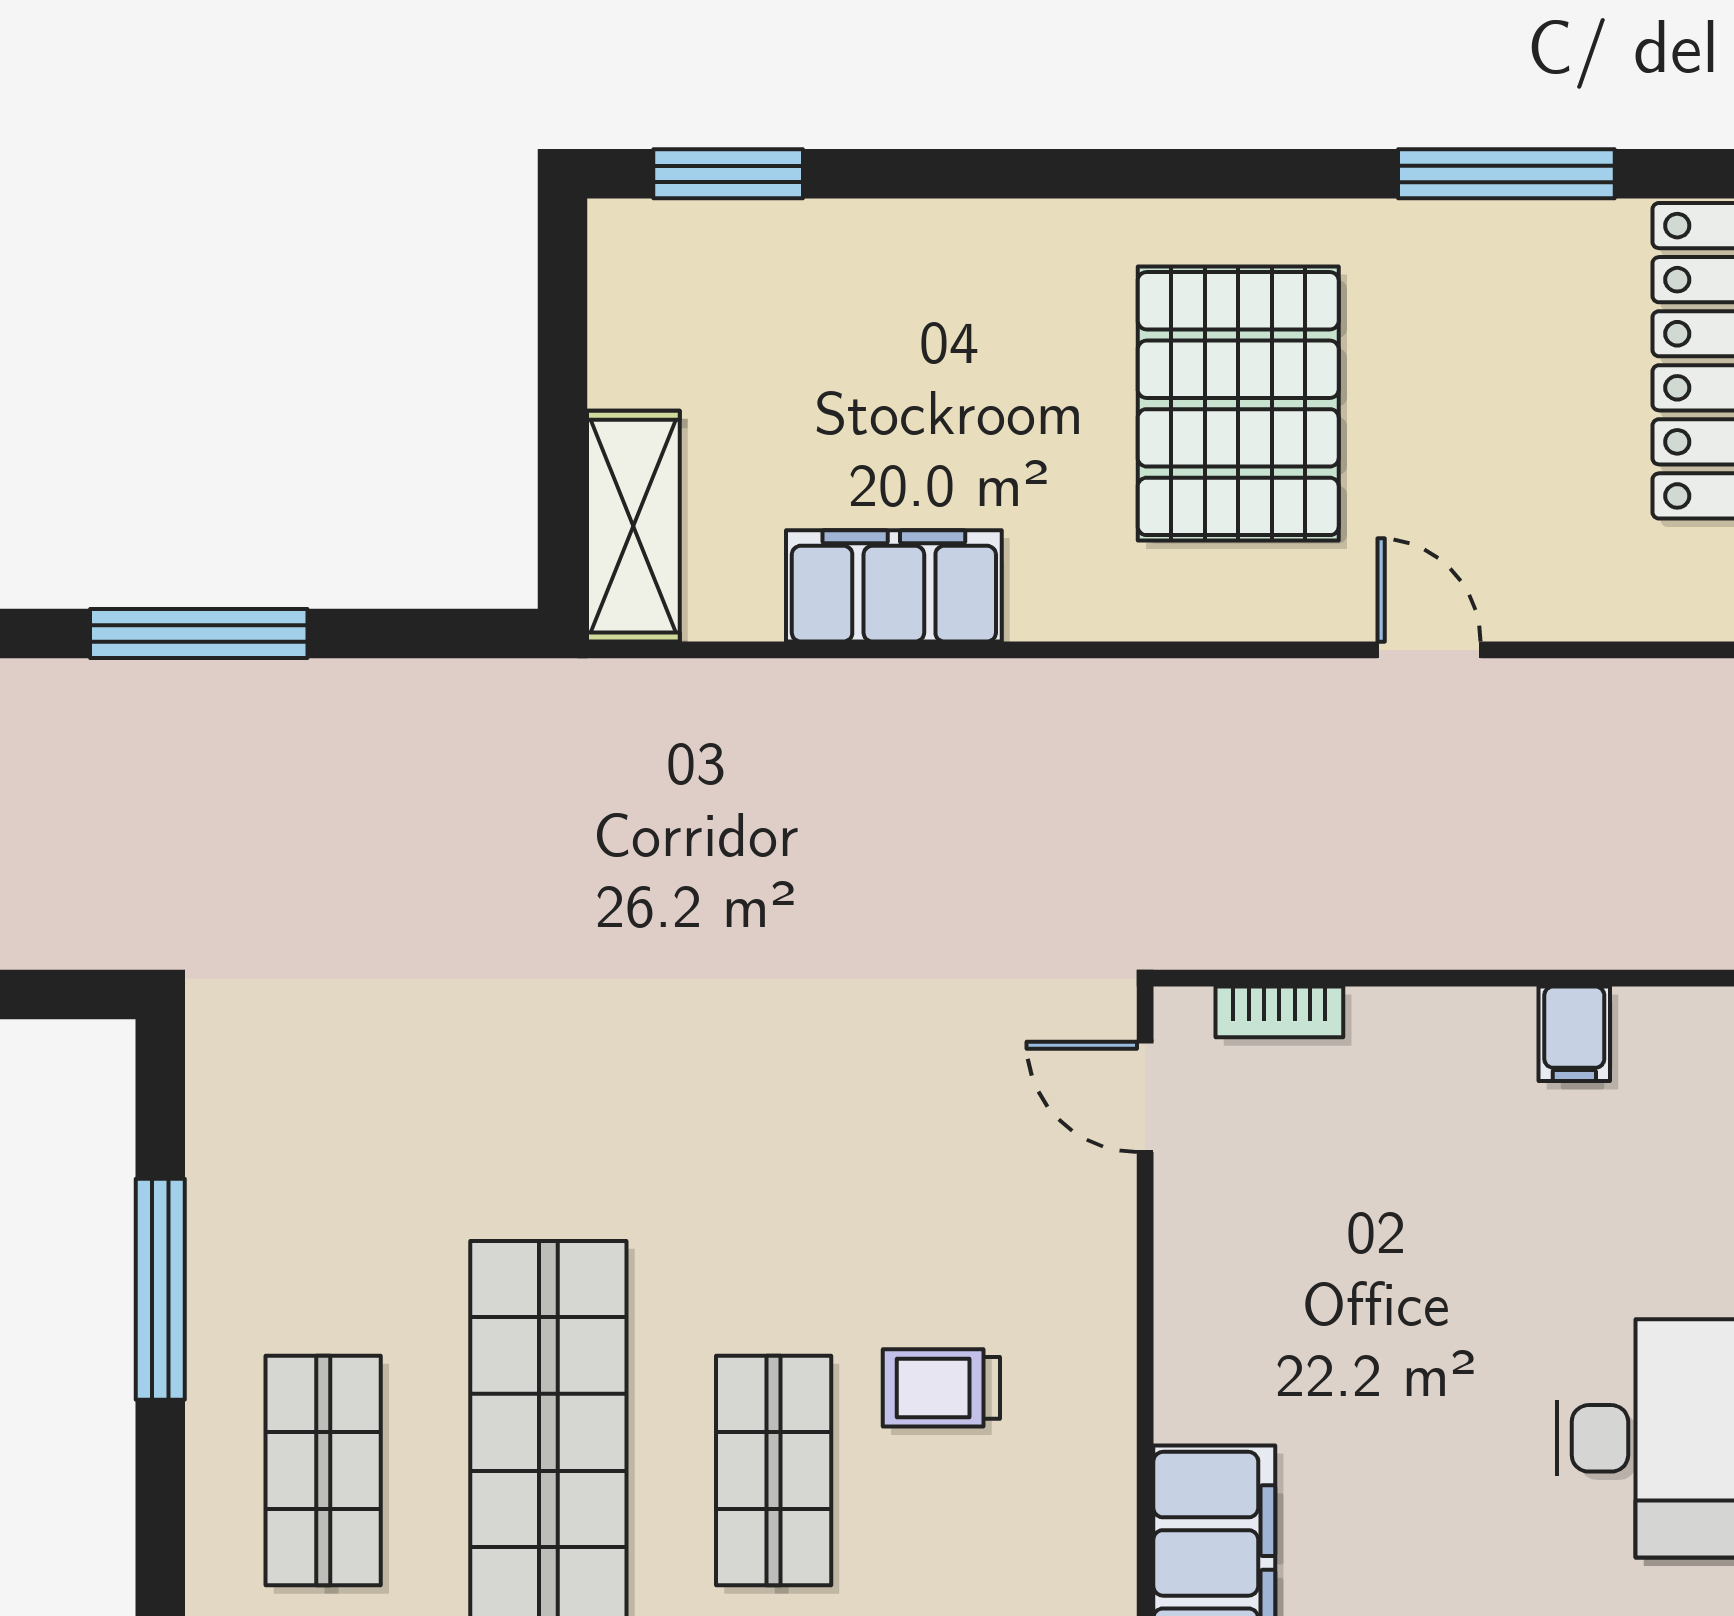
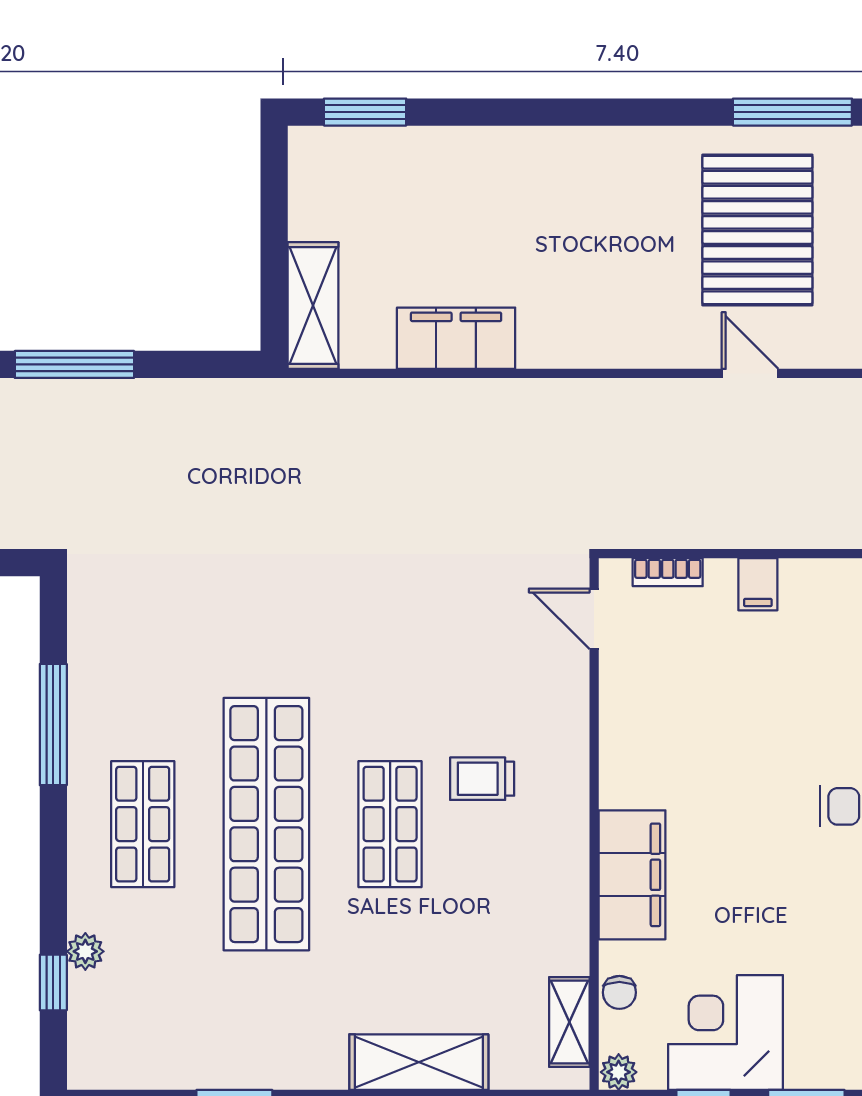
pallet: (1238, 404) -> (757, 230), moved
filing cabinet: (1574, 1034) -> (758, 584), moved

